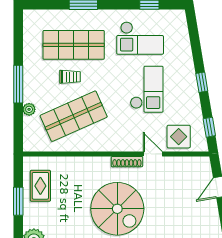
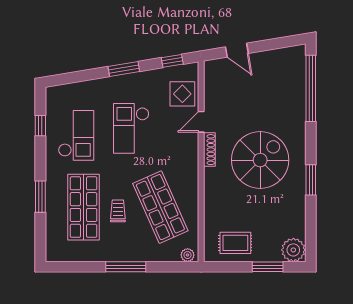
window: (202, 82) -> (124, 69), width x1.50
checkout: (147, 89) -> (131, 128), turned -90
plant: (29, 109) -> (188, 255), moved
window: (18, 201) -> (268, 267), moved

